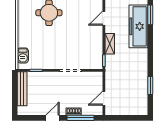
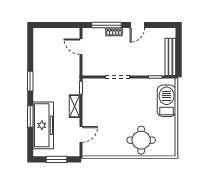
window: (150, 15) -> (30, 117), moved
barbecue: (23, 55) -> (167, 101), width x1.88, depth x1.53
window: (150, 86) -> (30, 81), moved
door: (104, 98) -> (81, 47), swing flipped

